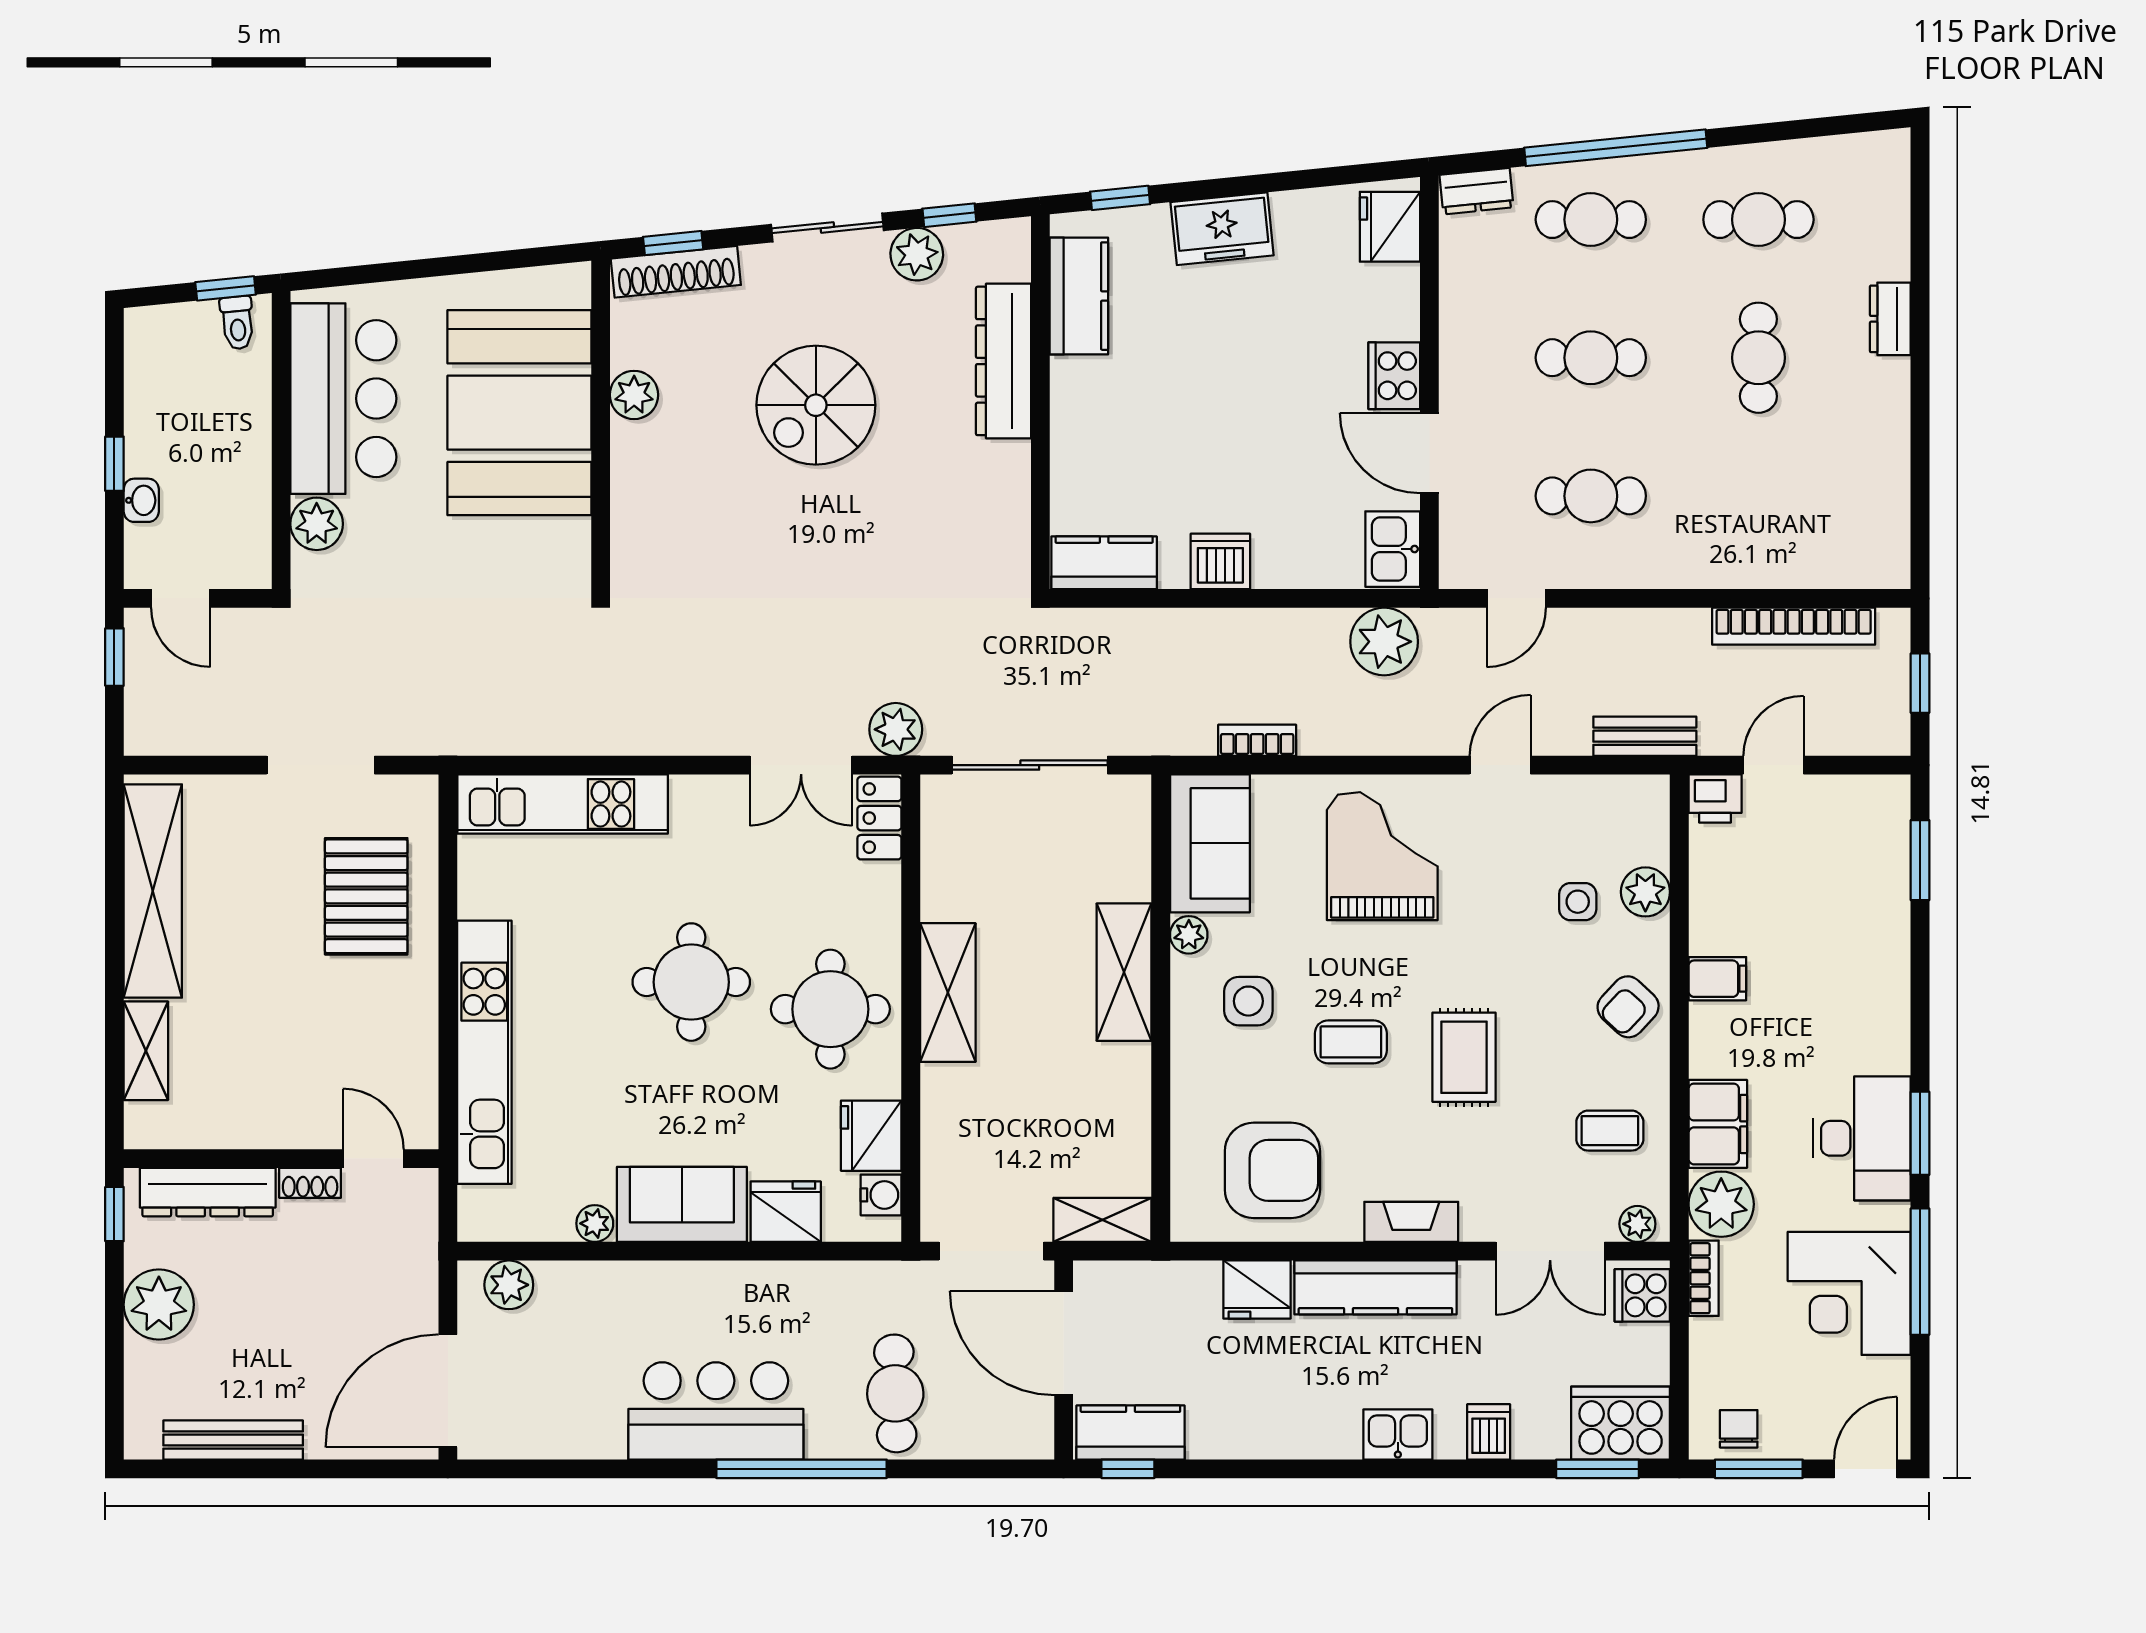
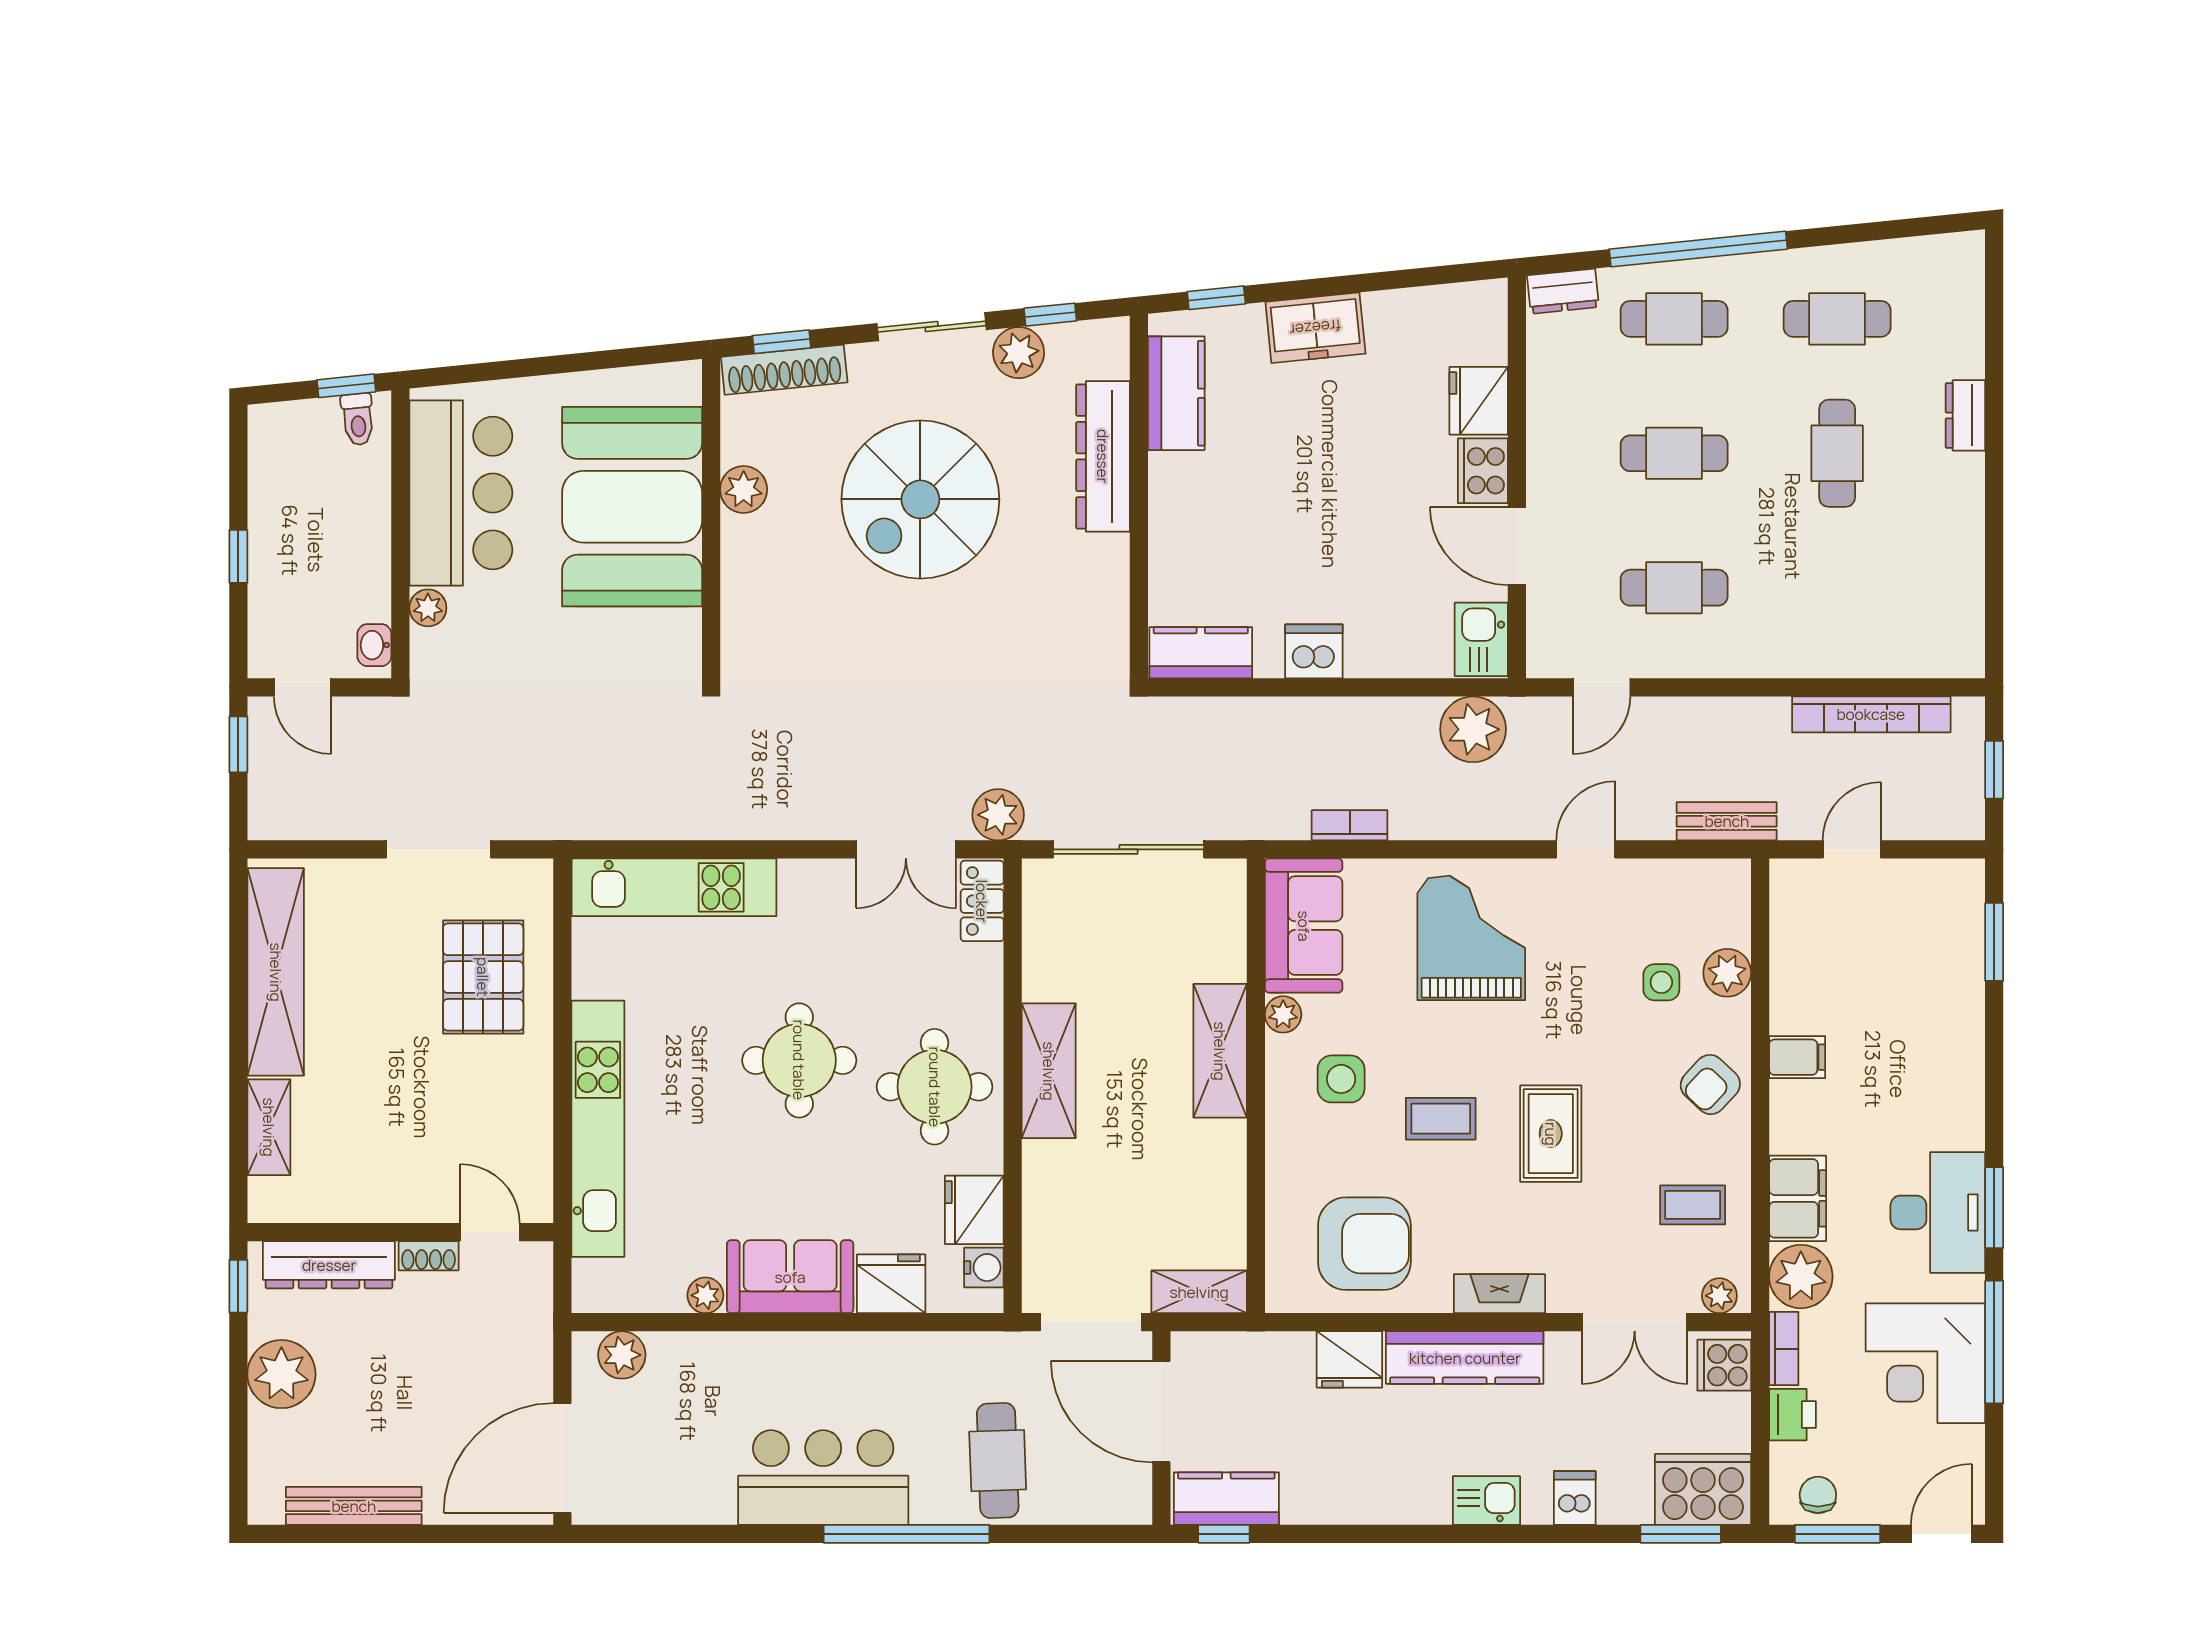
fridge: (1390, 227) -> (1479, 401), moved
spiral stairs: (816, 405) -> (920, 499), width x1.37, depth x1.37
washbasin: (141, 500) -> (374, 645), moved, turned 180
plant: (317, 524) -> (428, 608), width x0.73, depth x0.73
printer: (1715, 798) -> (1793, 1415), moved, turned -90

